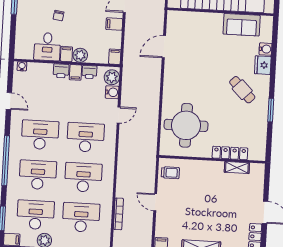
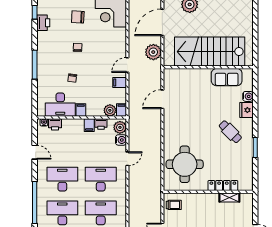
desk: (47, 47) -> (60, 105), width x1.37
plant: (80, 55) -> (110, 110), moved
printer: (61, 71) -> (55, 124), moved

